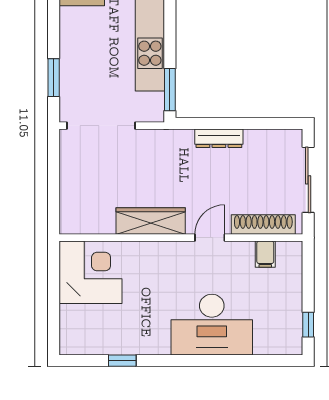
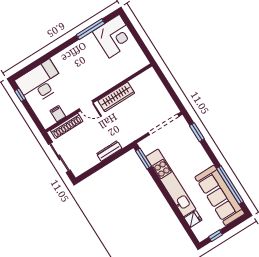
door: (210, 238) -> (86, 106), hinge flipped
corner desk: (90, 272) -> (114, 36), moved, turned -90
desk: (212, 325) -> (40, 82), moved
window: (122, 361) -> (90, 29), width x2.17

